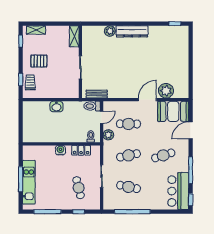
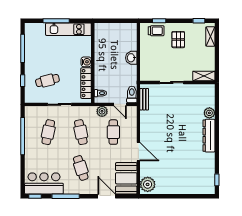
plant: (166, 91) -> (148, 184), moved
locker: (81, 150) -> (86, 83), width x1.53
kitchen unit: (29, 182) -> (68, 29), moved

